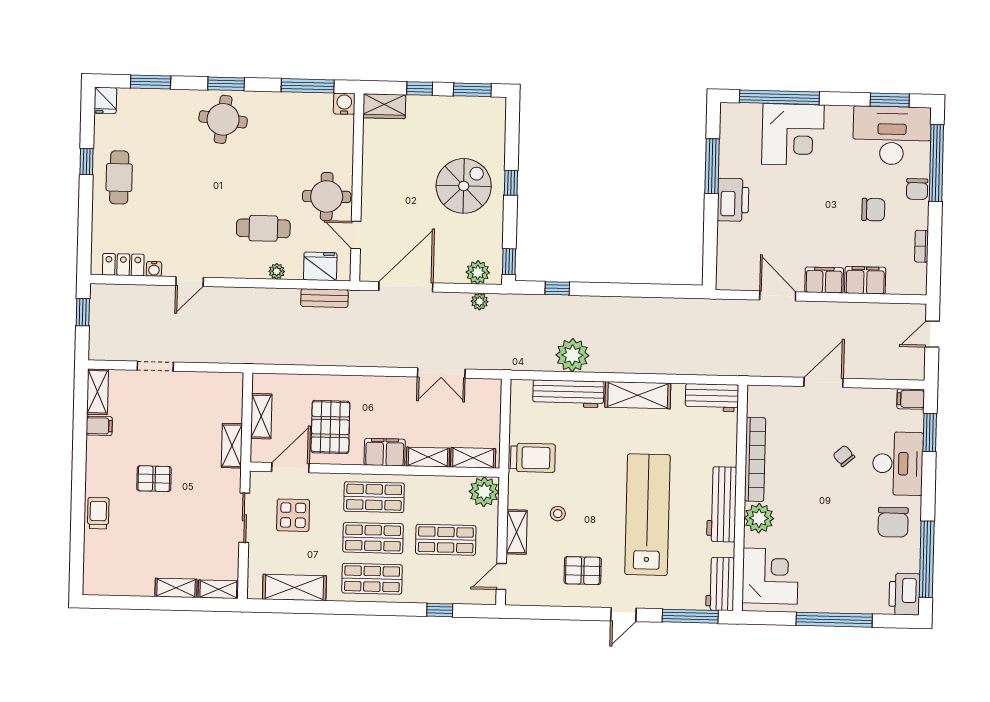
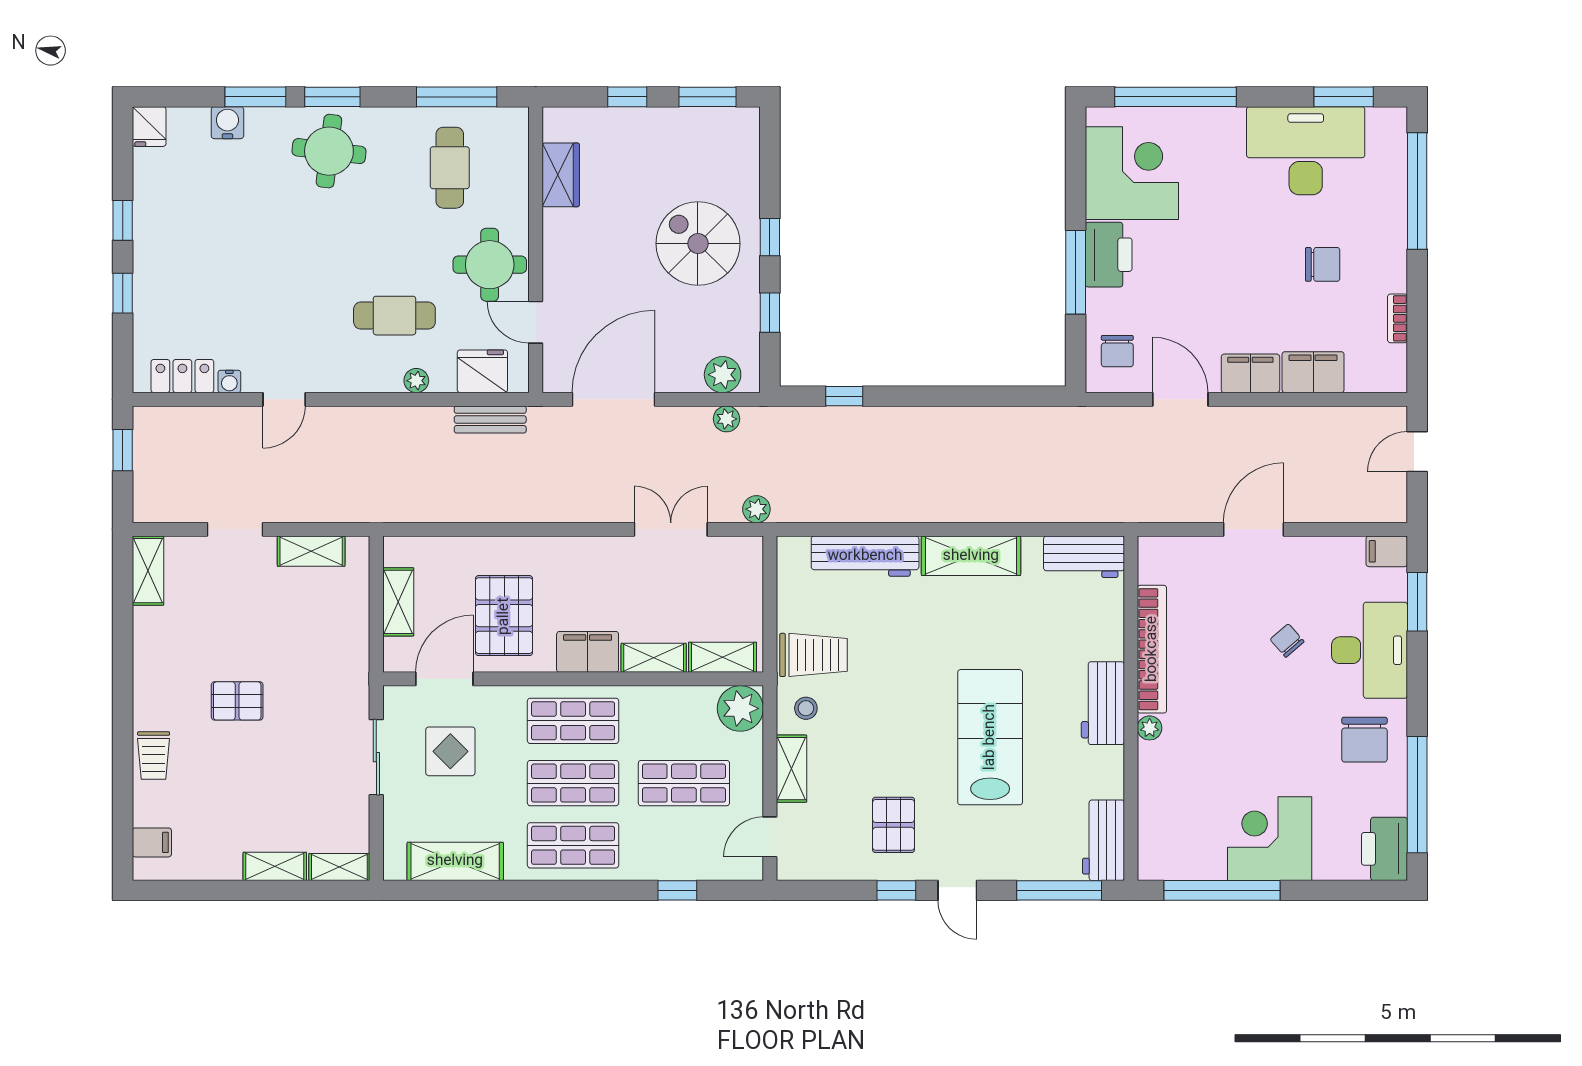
window: (151, 82) -> (255, 97), moved
water cooler: (344, 104) -> (227, 123), moved
wardrobe: (384, 106) -> (561, 175), moved, turned -90
corner desk: (793, 135) -> (1132, 173), moved, turned -90
desk: (892, 135) -> (1306, 151), moved
window: (712, 166) -> (1076, 272), moved
cafe table: (119, 177) -> (450, 168), moved
spiral stairs: (464, 186) -> (698, 244), turned -90
chair: (917, 189) -> (1117, 351), moved
window: (85, 209) -> (123, 293), added
window: (509, 262) -> (770, 313), moved
plant: (572, 355) -> (756, 509), moved, width x0.53, depth x0.53
double door: (441, 373) -> (671, 529), swing flipped
filing cabinet: (99, 426) -> (152, 842), moved
shelving: (232, 446) -> (311, 551), moved, turned 90
workbench: (722, 504) -> (1103, 703), width x0.73
trolley: (98, 513) -> (154, 756), turned 180
stool: (558, 514) -> (806, 708), moved
lab bench: (647, 515) -> (990, 737), width x0.73
plant: (759, 518) -> (1150, 728), width x0.53, depth x0.53
pallet: (583, 571) -> (894, 825), turned 90
corner desk: (770, 576) -> (1270, 839), moved, turned -90
window: (583, 614) -> (896, 890), added
door: (623, 615) -> (957, 890), hinge flipped
window: (834, 620) -> (1222, 890), moved

